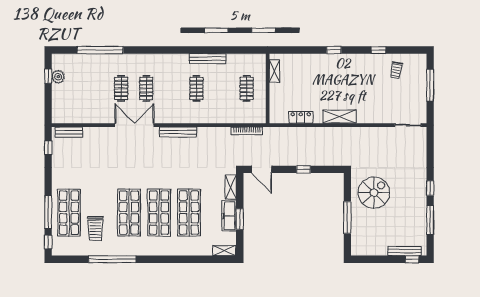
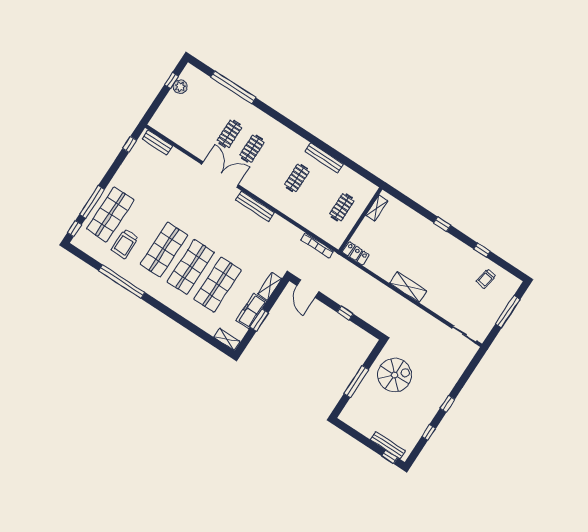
locker: (301, 117) -> (356, 253), moved
window: (430, 220) -> (429, 432), width x0.46

